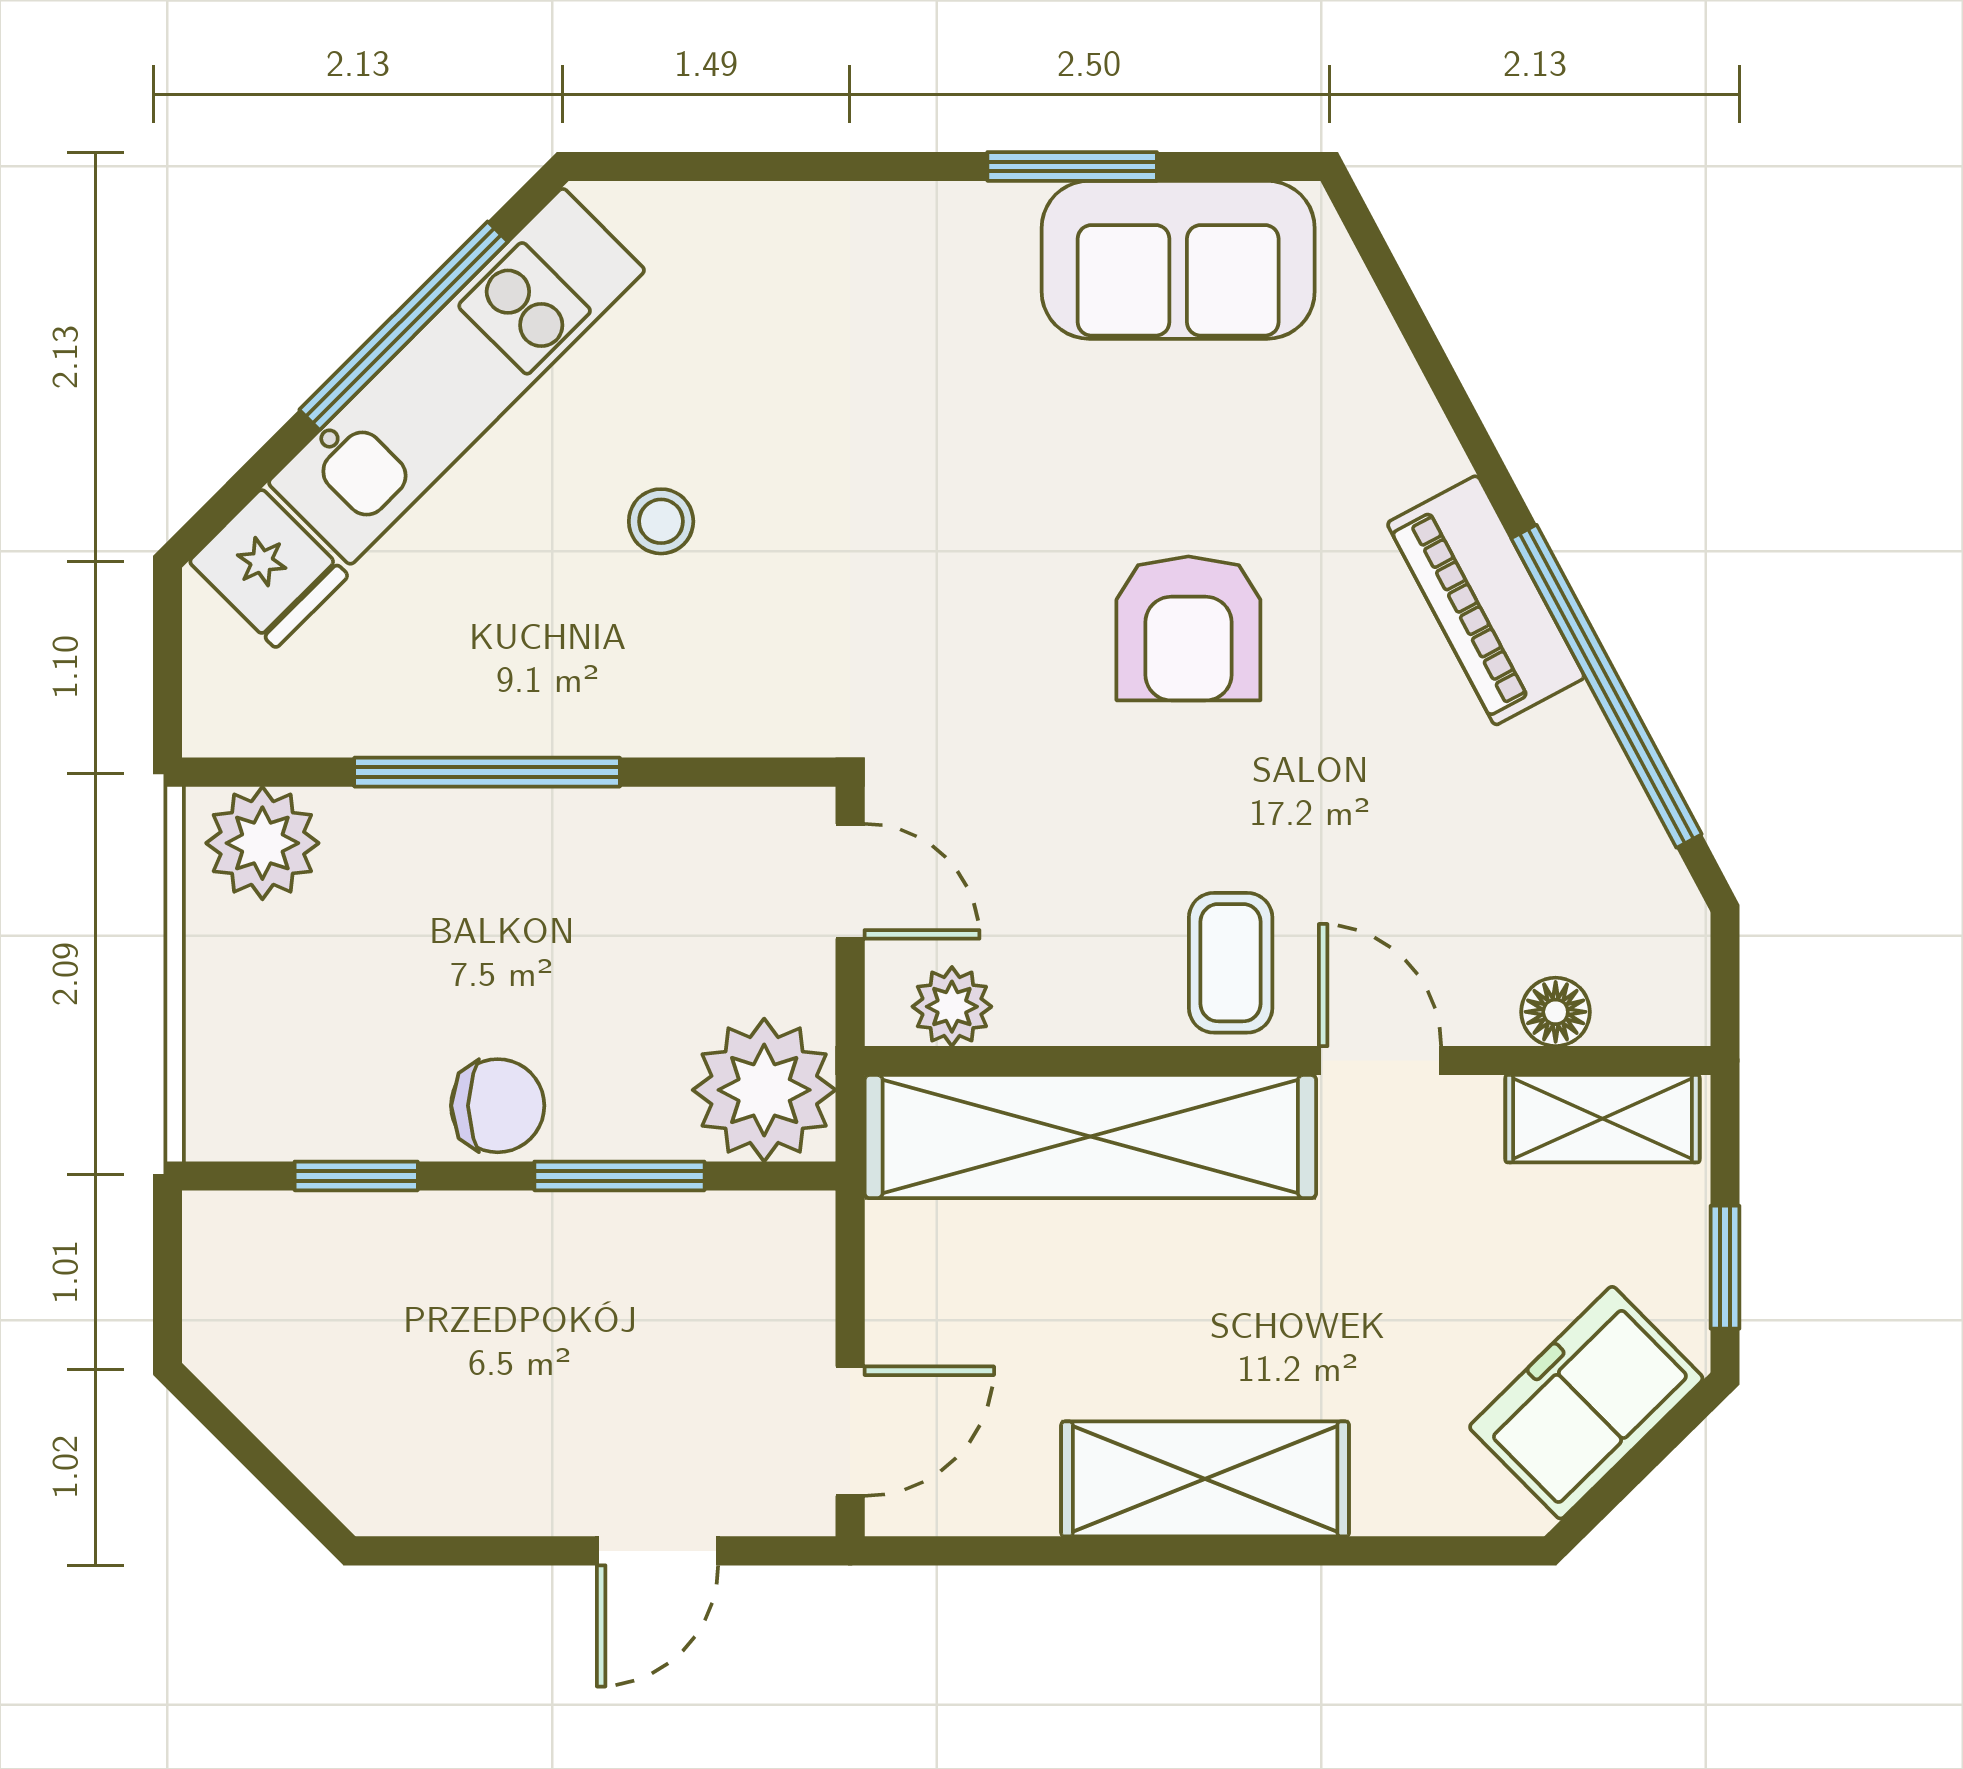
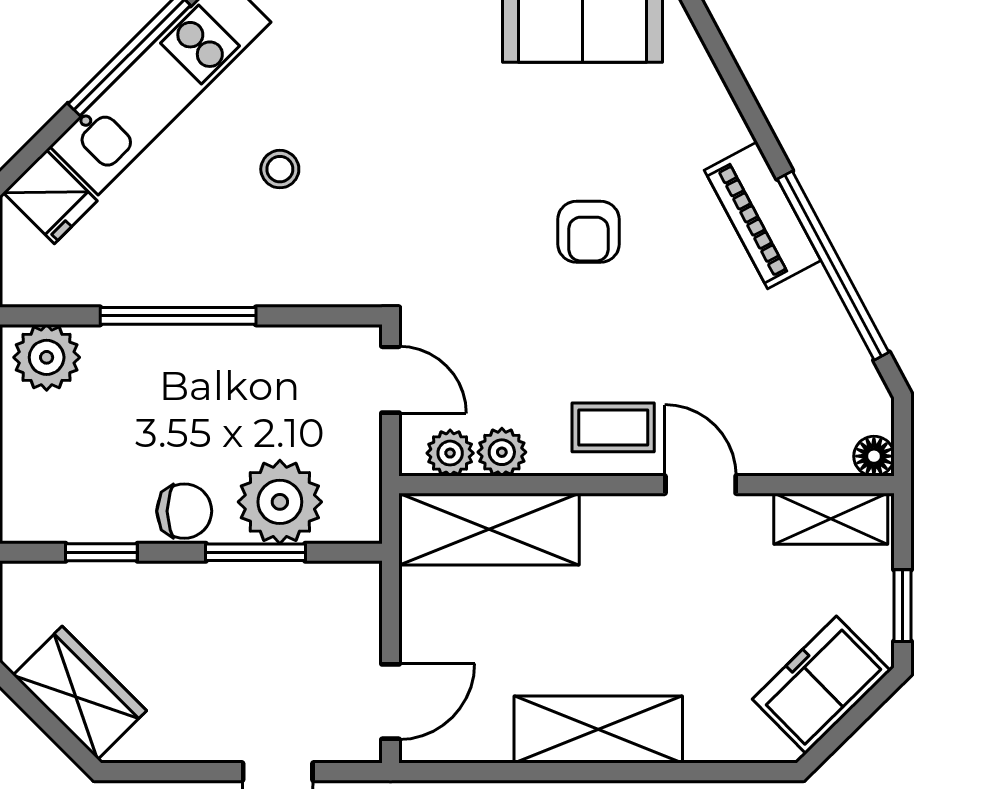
armchair: (1188, 628) -> (589, 232), width x0.72, depth x0.72
coffee table: (1231, 963) -> (613, 427), turned 90
plant: (1040, 1005) -> (502, 452), added
floor lamp: (1556, 1012) -> (874, 456), moved
plant: (764, 1090) -> (280, 502), moved
shelving: (1090, 1137) -> (489, 529), width x0.68
wardrobe: (319, 1416) -> (80, 693), added

